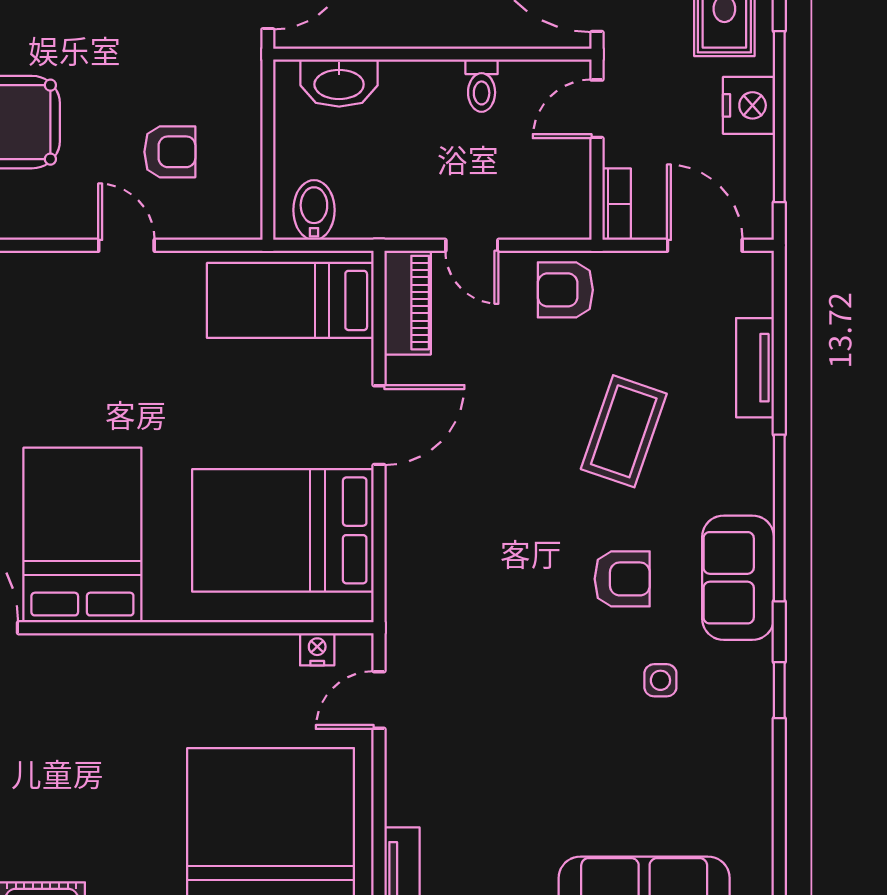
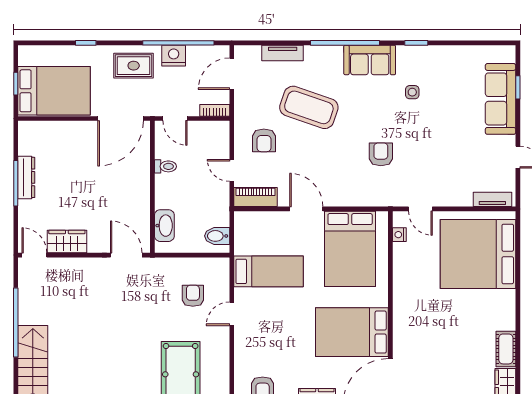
door: (472, 245) -> (232, 170), swing flipped
armchair: (565, 290) -> (264, 140), moved
bed: (290, 300) -> (269, 271), moved, turned -90
coffee table: (624, 431) -> (309, 107), width x1.36, depth x1.32
armchair: (622, 579) -> (381, 154), moved

